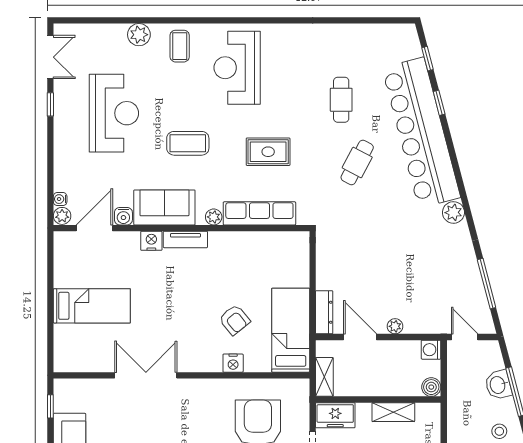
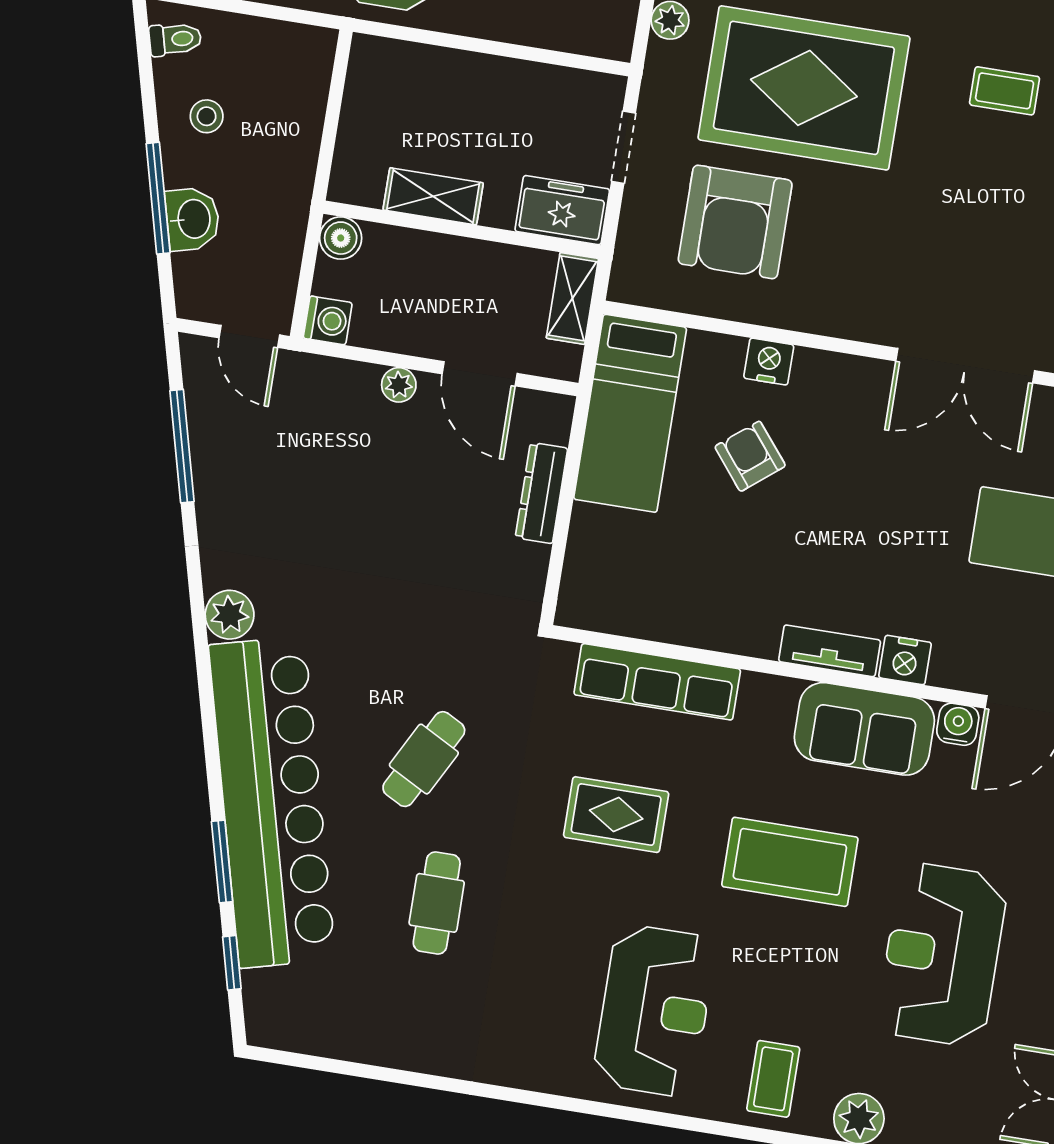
window: (439, 103) -> (222, 861), width x1.50
coffee table: (188, 143) -> (790, 862), width x1.36, depth x1.32
plant: (214, 217) -> (759, 690), removed
dresser: (324, 312) -> (542, 493), moved

